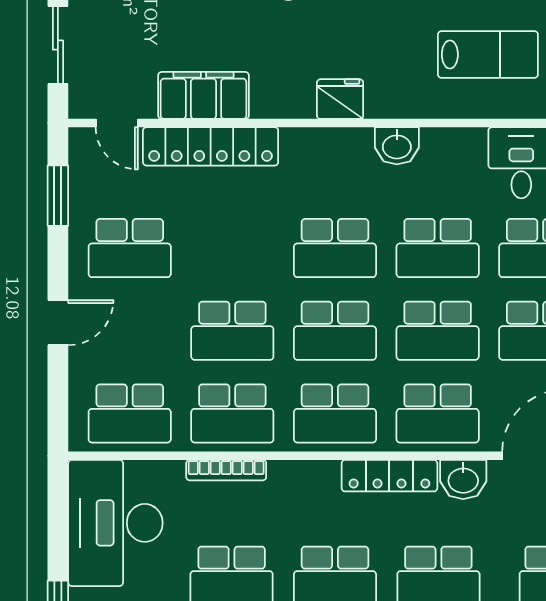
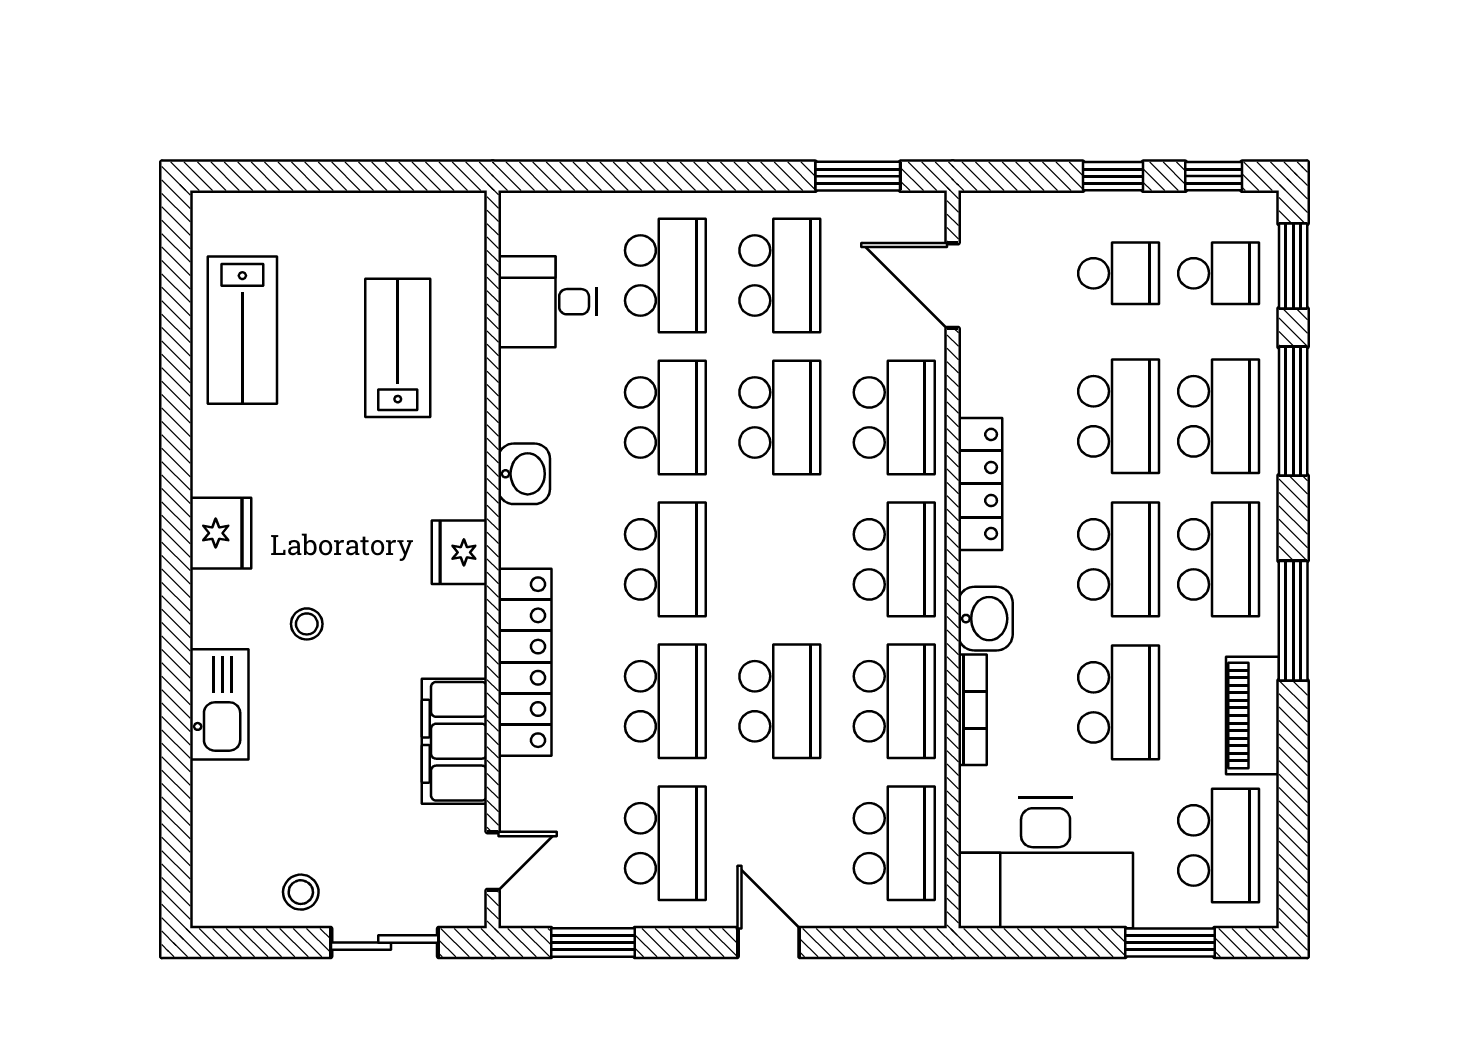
locker: (211, 146) -> (525, 662), moved
school desk: (335, 331) -> (665, 701), moved
washbasin: (463, 479) -> (985, 619), moved

